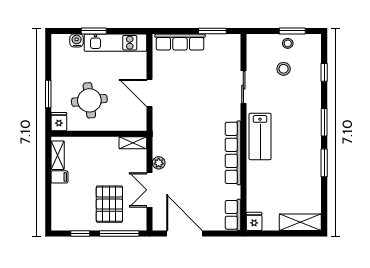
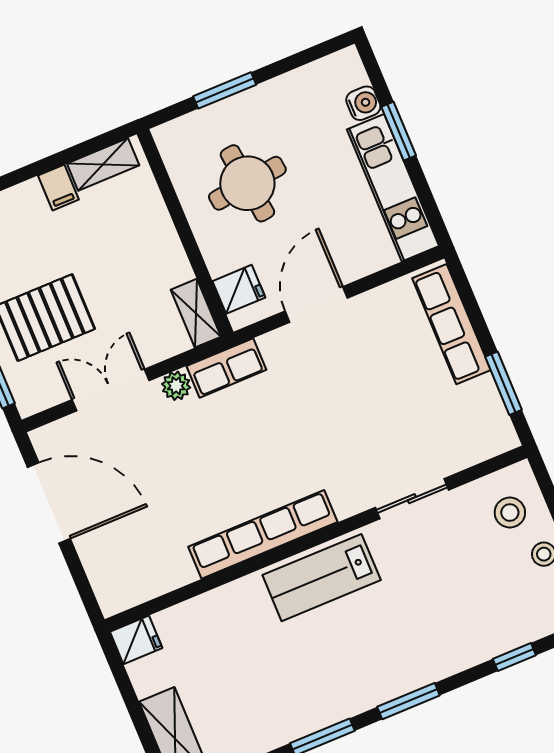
stool: (284, 69) -> (510, 513), moved
fridge: (59, 122) -> (239, 289), moved
row of seats: (233, 215) -> (226, 368), moved, turned 180
door: (184, 234) -> (49, 503), hinge flipped

